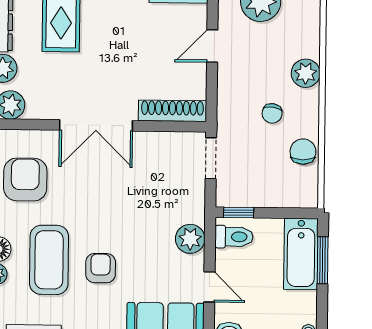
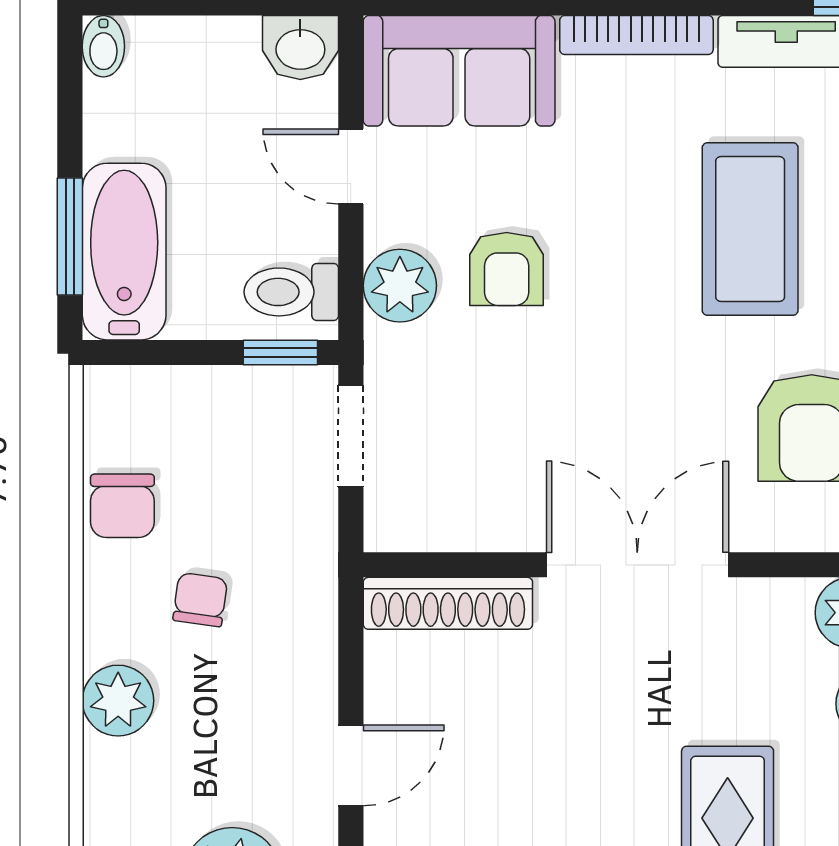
doorway: (211, 158) -> (351, 436), moved
armchair: (101, 268) -> (507, 269), moved

